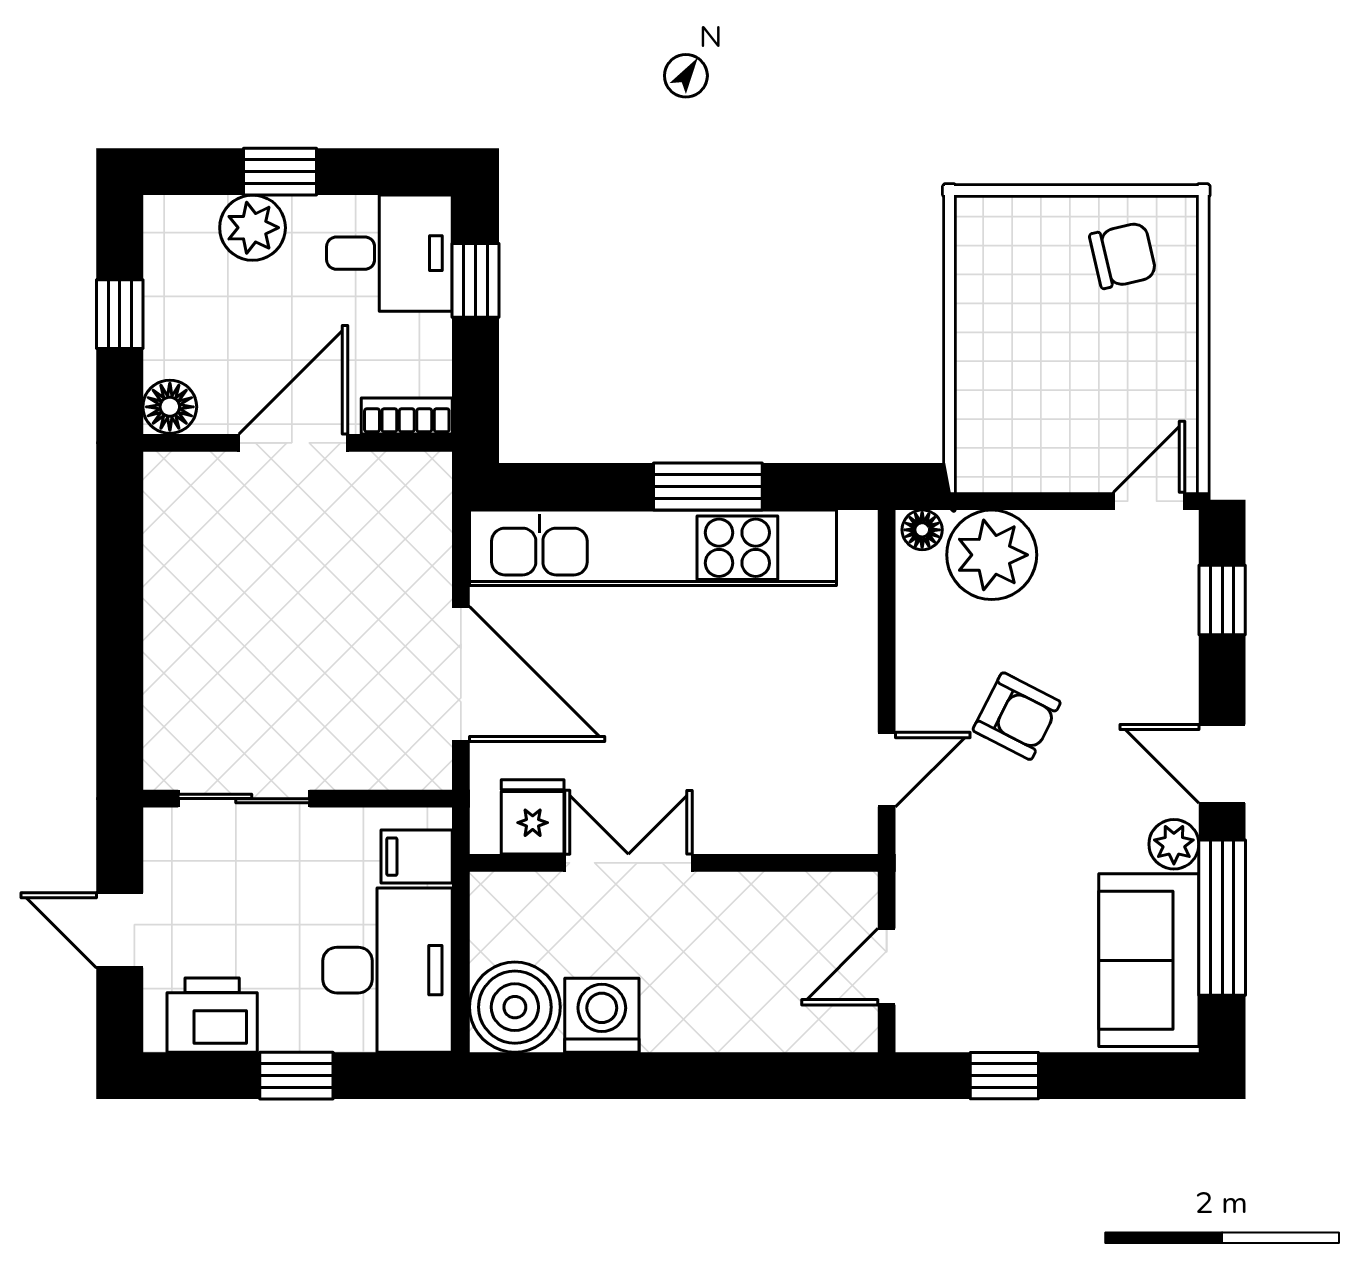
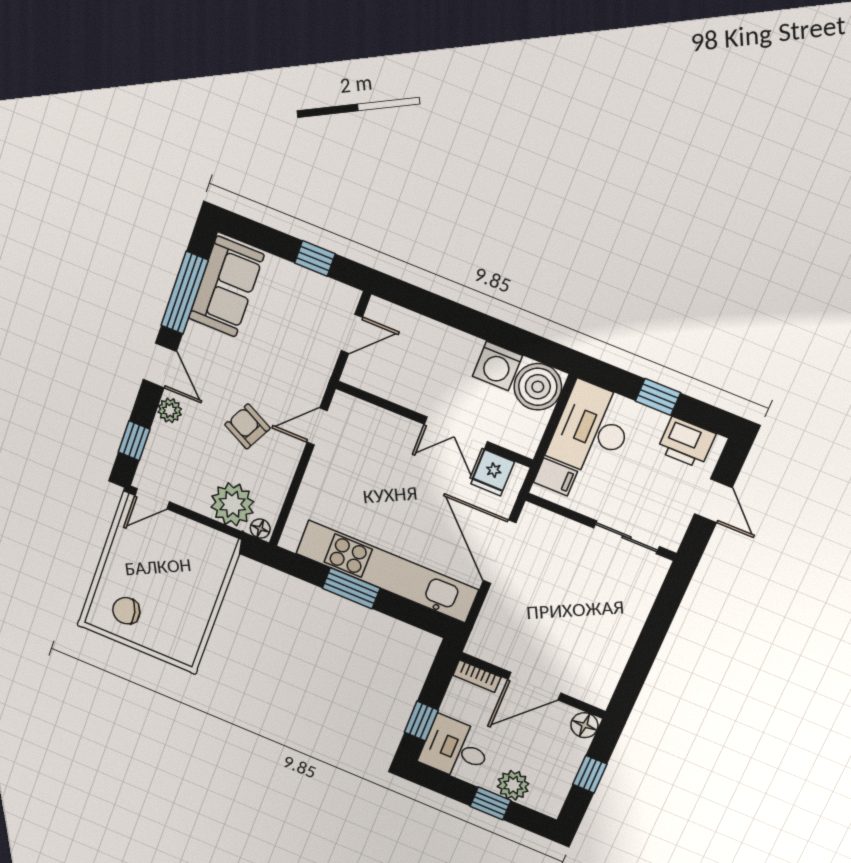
plant: (1174, 844) -> (170, 410), moved

